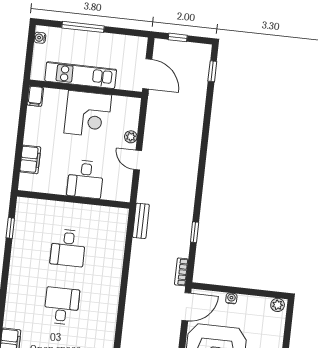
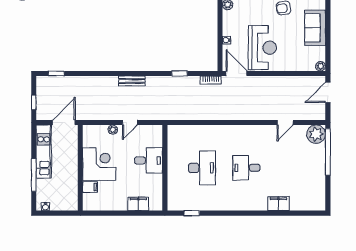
kitchen unit: (81, 75) -> (44, 152), moved, turned 180
filing cabinet: (35, 96) -> (90, 187), moved
bench: (141, 221) -> (132, 81), moved
desk: (68, 248) -> (202, 168), width x1.37

